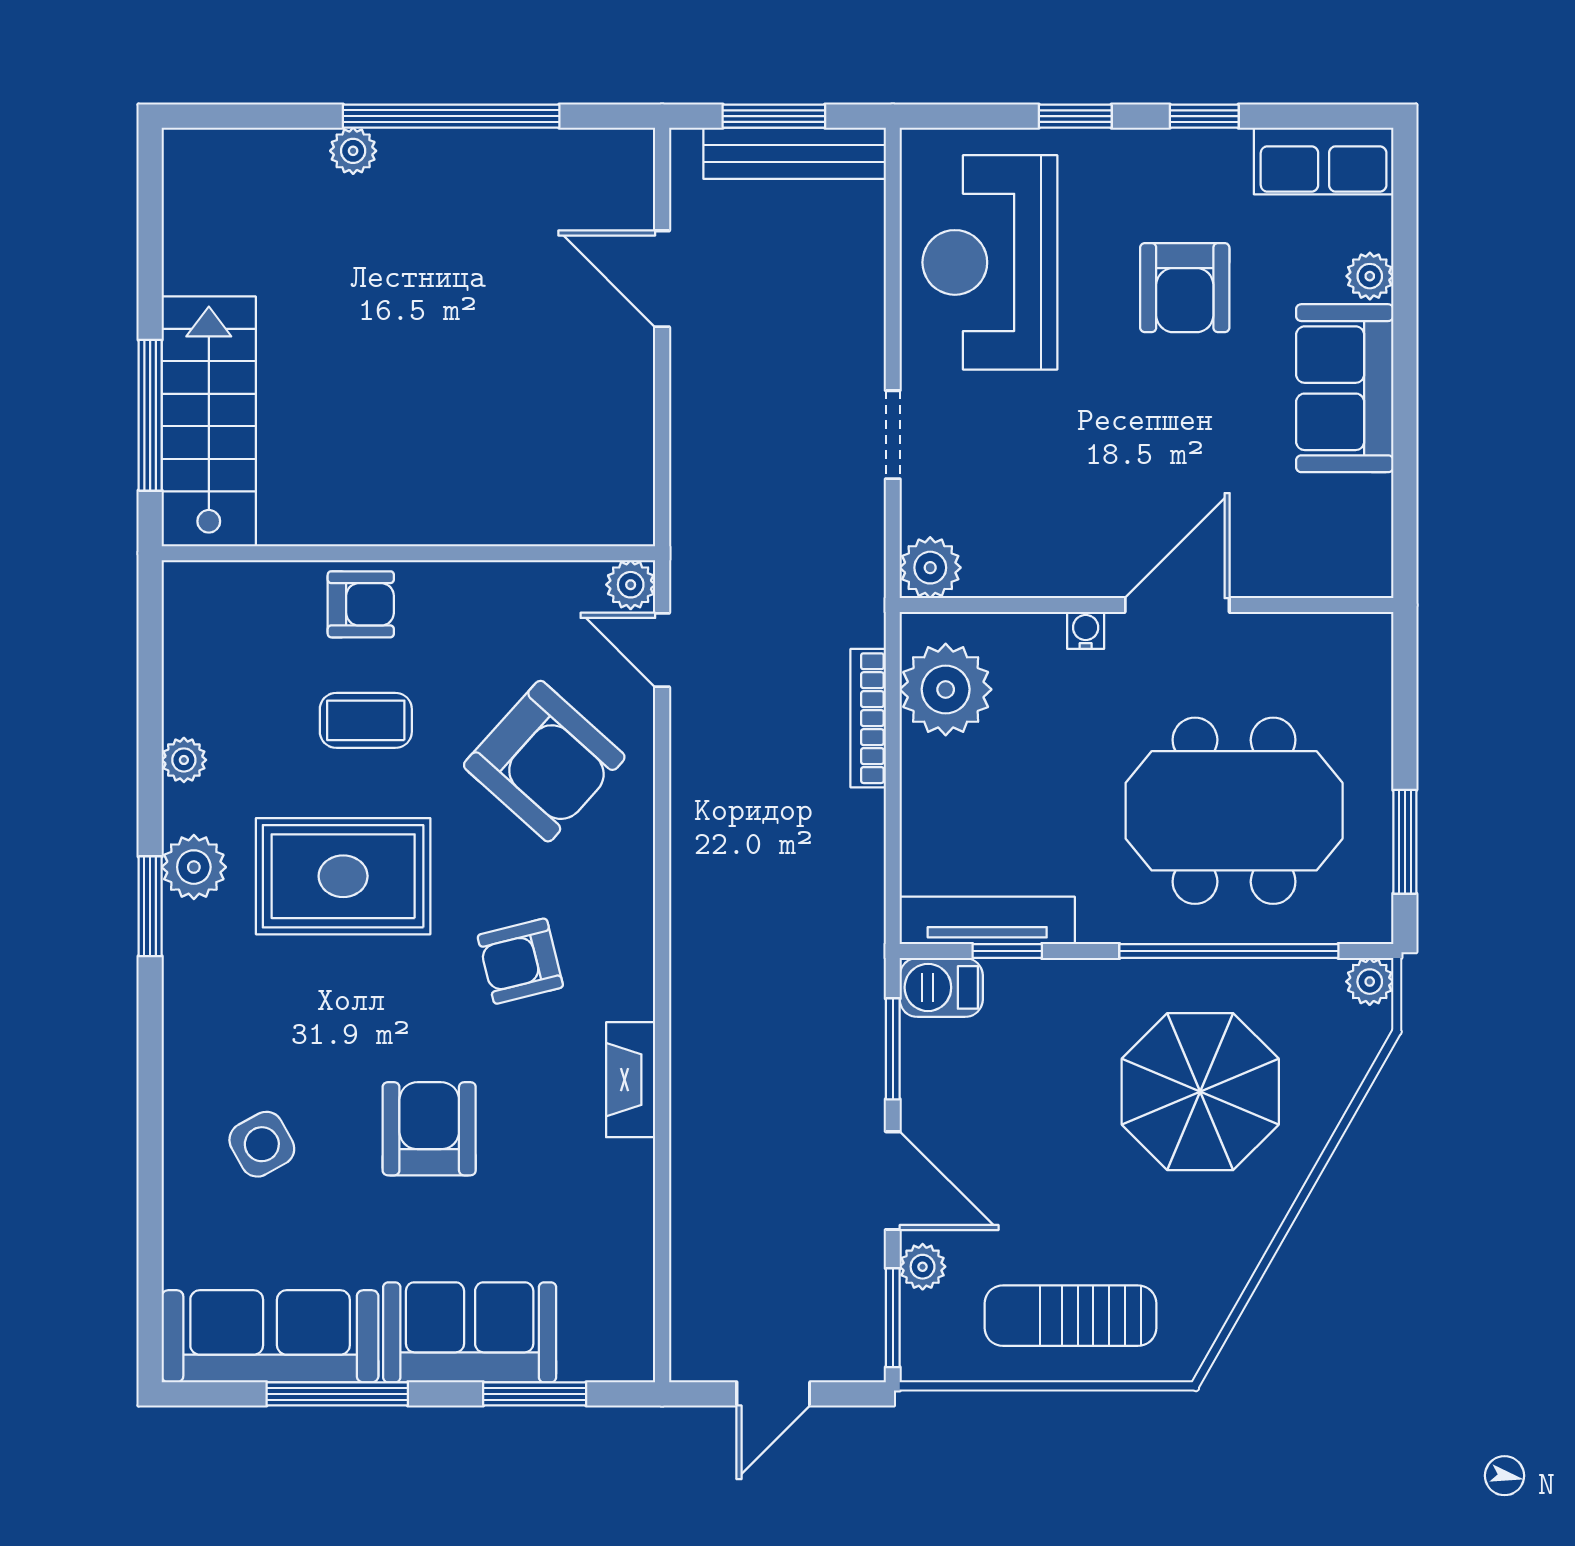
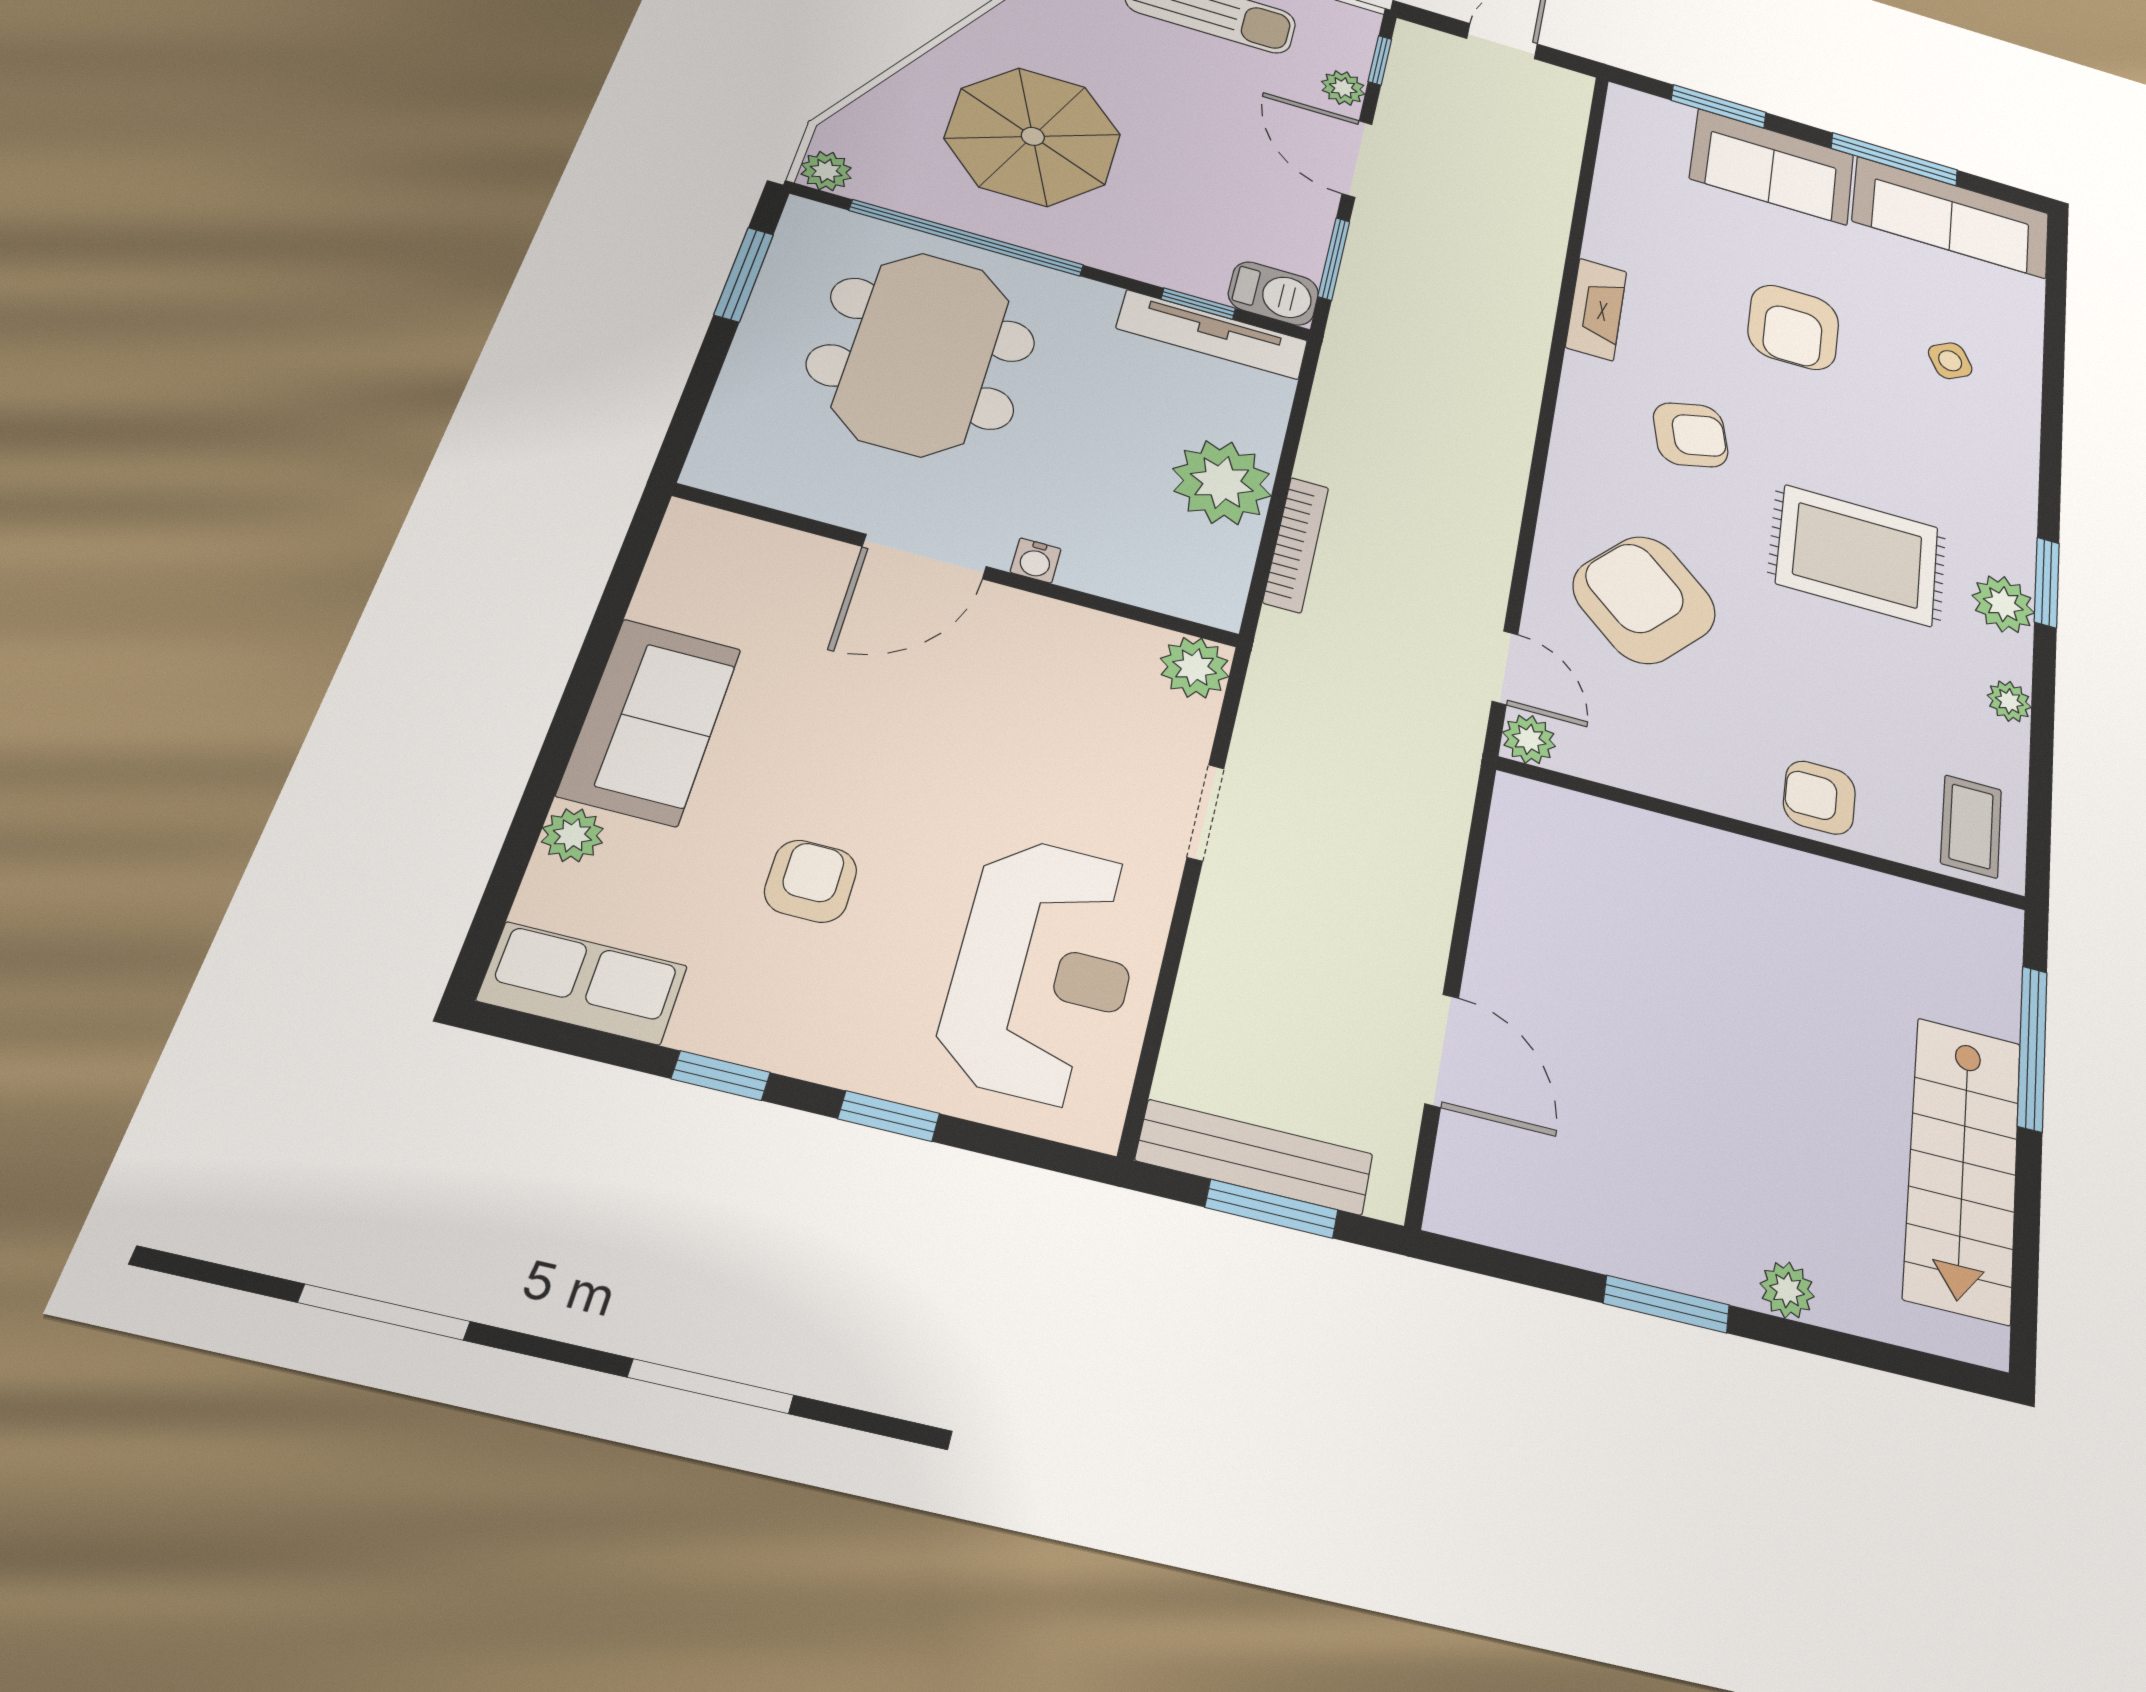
window: (451, 116) -> (1667, 1304), width x0.47
armchair: (1185, 288) -> (811, 881), width x0.72, depth x0.72
stairs: (209, 421) -> (1963, 1168), moved
plant: (946, 689) -> (1222, 482), moved
coffee table: (366, 720) -> (1971, 826), moved, turned 90
meeting table: (1234, 811) -> (922, 353), turned 90
side table: (262, 1144) -> (1950, 361), width x0.73, depth x0.73
window: (893, 1318) -> (1380, 60), width x0.67

